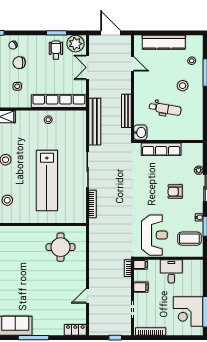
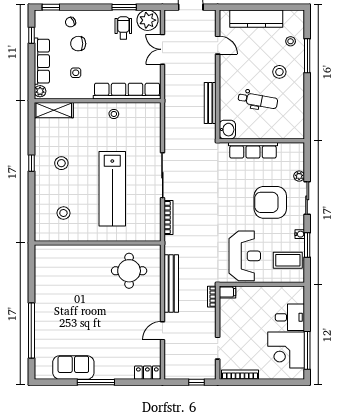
bench: (95, 122) -> (171, 283), moved
armchair: (175, 192) -> (270, 202), width x1.88, depth x1.88
desk: (171, 271) -> (290, 317), moved, turned 90
filing cabinet: (141, 287) -> (228, 320), removed

